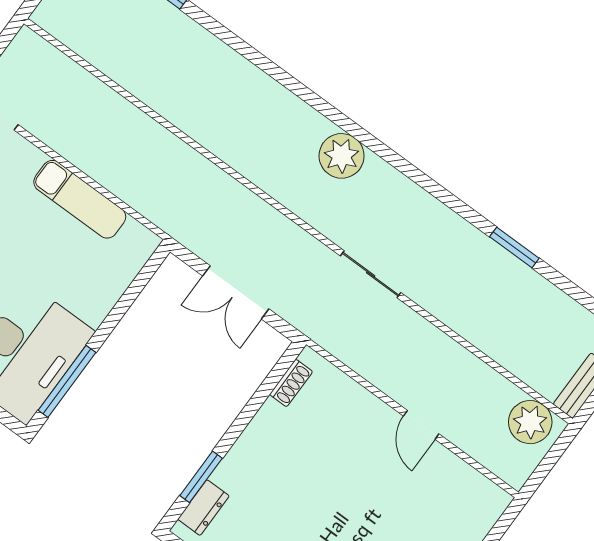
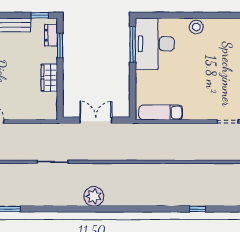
exam couch: (80, 199) -> (161, 113), moved
shoe rack: (291, 383) -> (52, 102), removed
wardrobe: (264, 432) -> (49, 78), added

